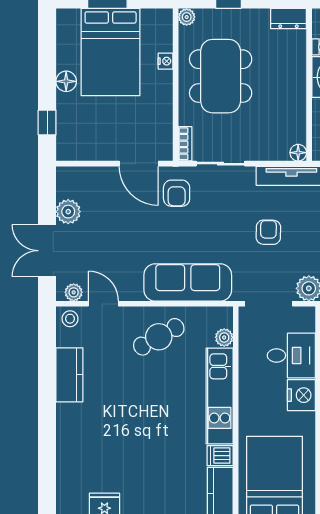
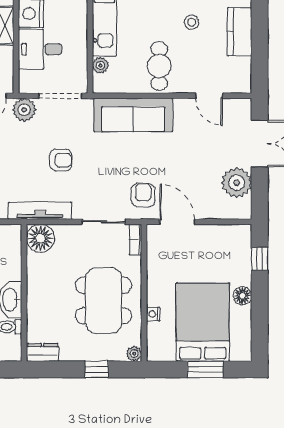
floor lamp: (298, 153) -> (40, 238), width x1.89, depth x1.89
plant: (68, 212) -> (237, 183), width x1.36, depth x1.36
armchair: (268, 232) -> (61, 160), turned -91
plant: (74, 292) -> (236, 106), removed
stool: (70, 319) -> (192, 22), moved
cafe table: (159, 337) -> (159, 66), turned -61

